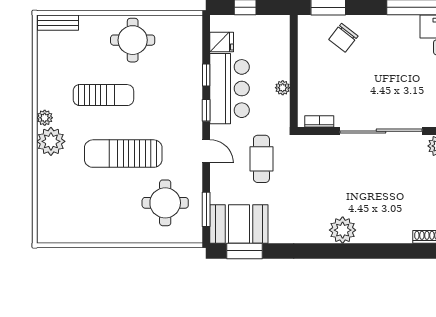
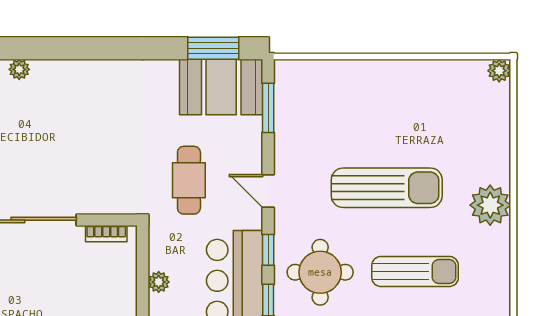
sun lounger: (103, 95) -> (415, 271), turned 180
plant: (45, 118) -> (499, 71), moved
round table: (165, 203) -> (320, 272), moved
plant: (343, 230) -> (19, 69), moved, width x0.53, depth x0.53

